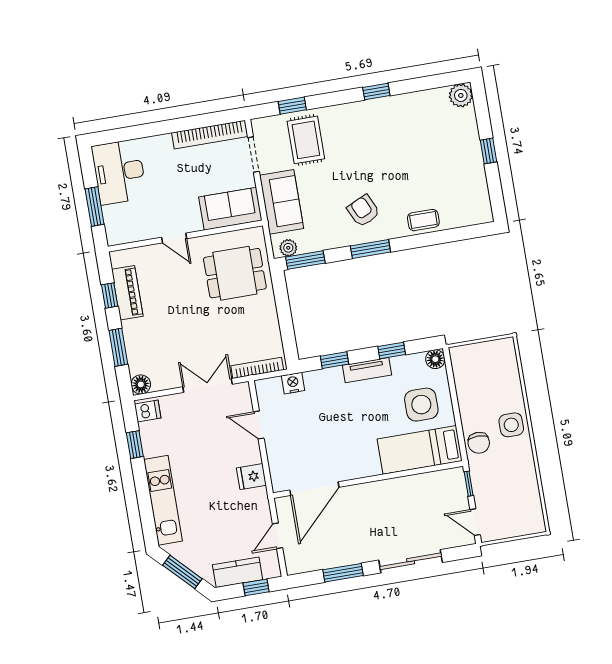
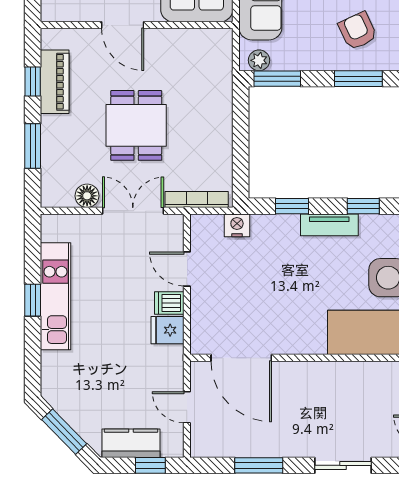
door: (174, 238) -> (123, 25), width x1.38
dining table: (235, 273) -> (136, 125), moved, turned 90
floor lamp: (141, 384) -> (87, 196), moved
dishwasher: (148, 411) -> (169, 303), moved, turned 180
window: (135, 445) -> (33, 300), moved
door: (314, 489) -> (241, 358), hinge flipped
kitchen unit: (163, 500) -> (56, 296), moved
door: (277, 536) -> (187, 407), hinge flipped
sliding door: (411, 561) -> (343, 465), width x0.73

